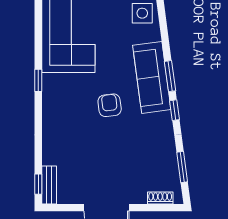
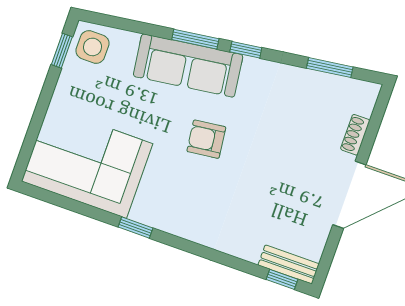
shoe rack: (160, 198) -> (355, 135), moved

